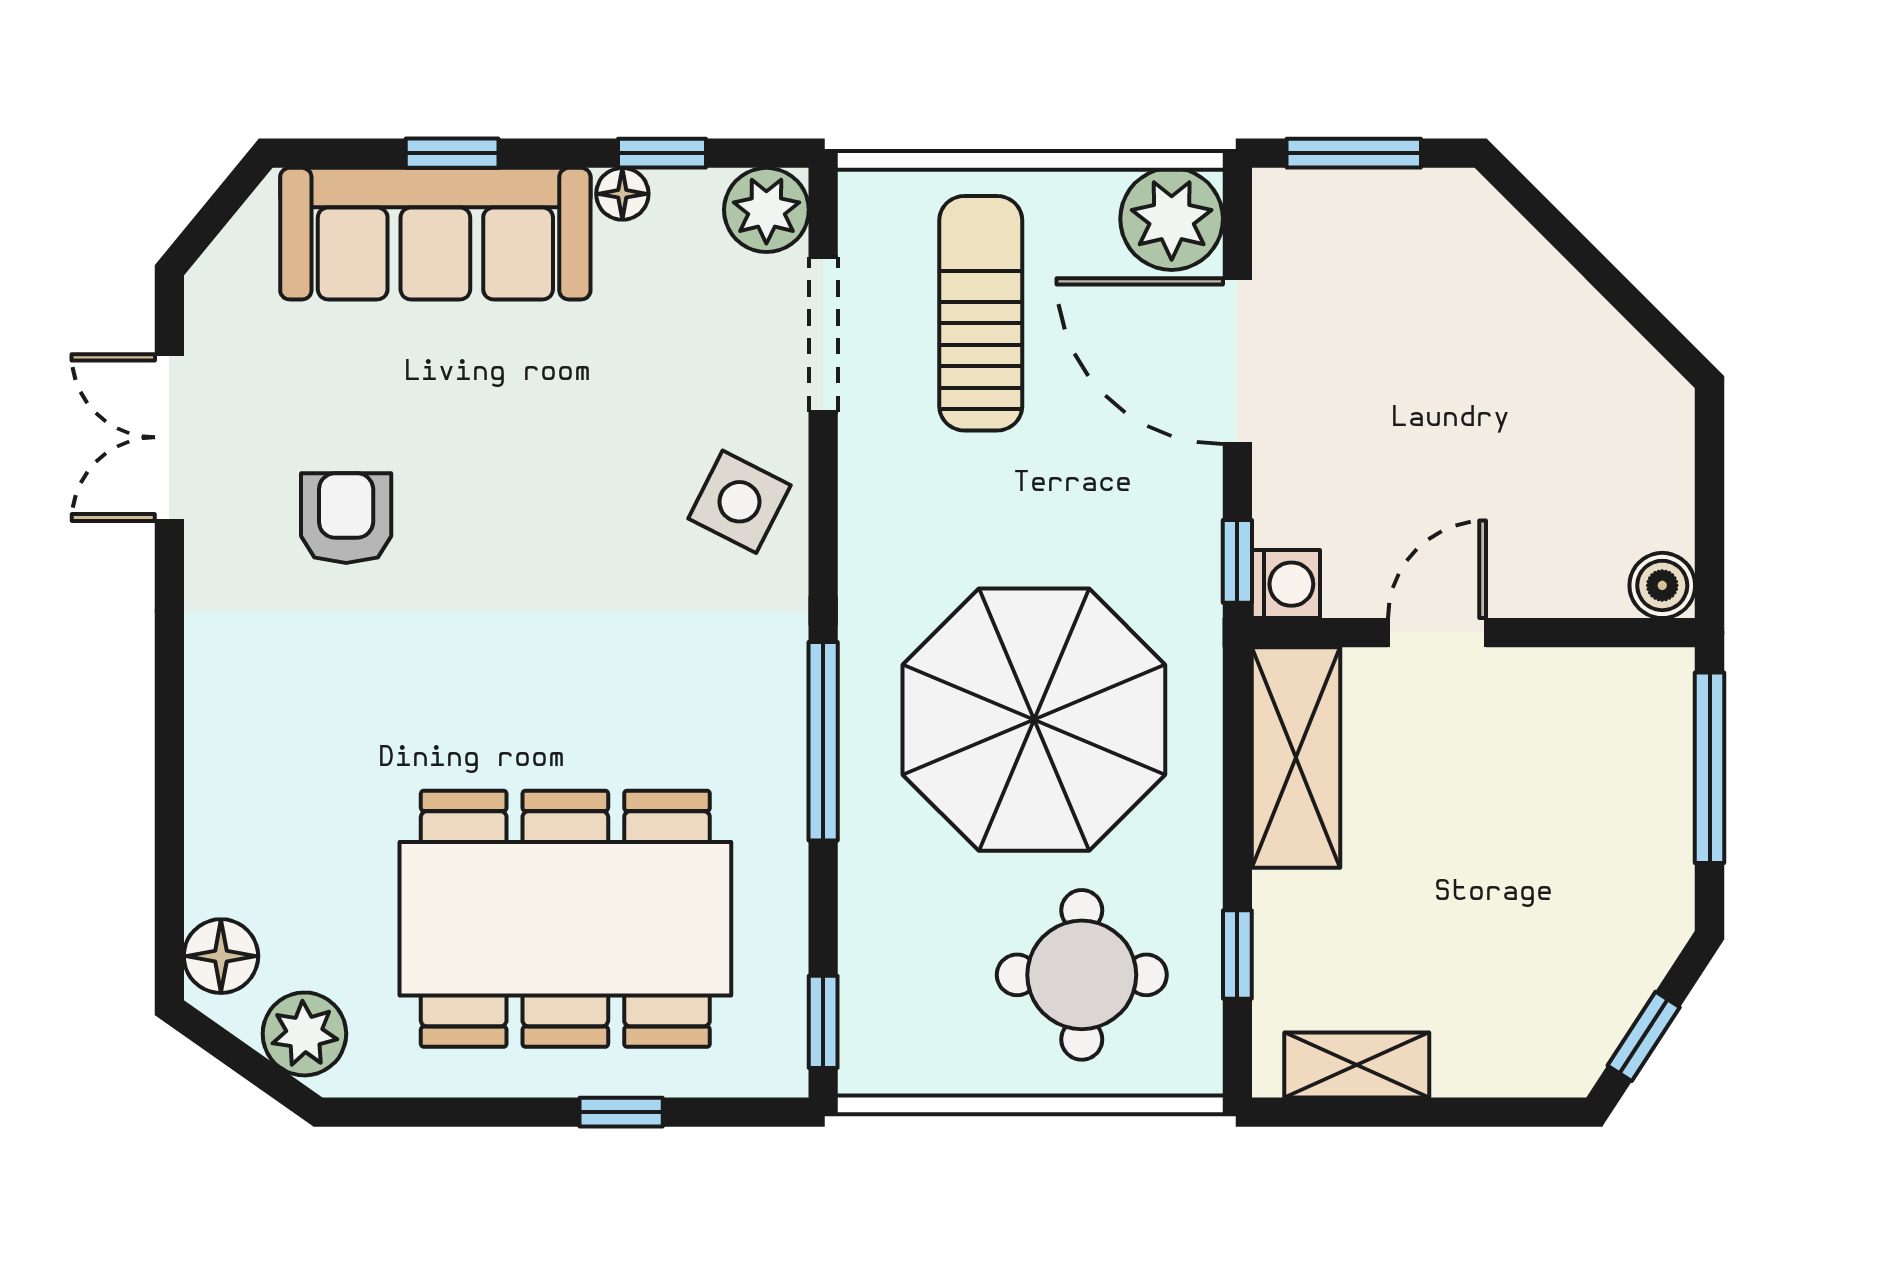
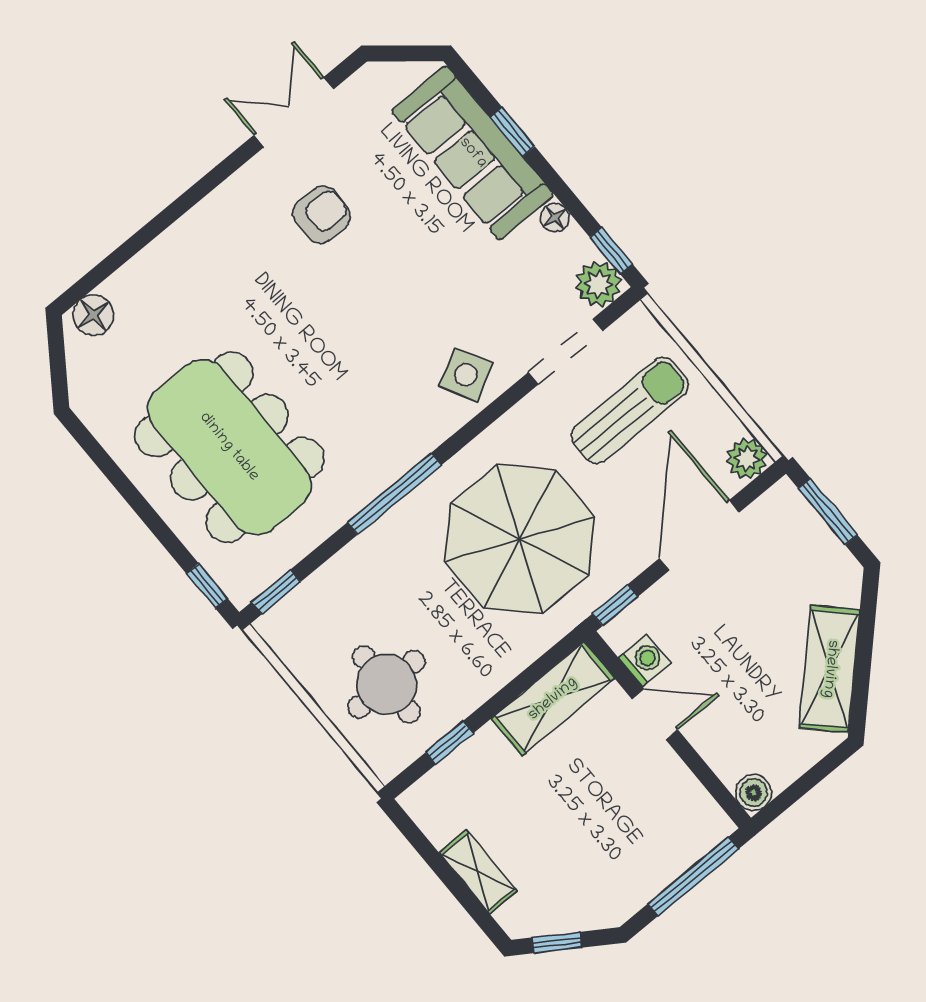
window: (662, 153) -> (611, 251), moved
plant: (1172, 219) -> (747, 459), width x0.73, depth x0.73
shelving: (1577, 334) -> (830, 669), added
side table: (739, 502) -> (466, 375), turned 35
washing machine: (1286, 584) -> (645, 660), moved, turned -90
parasol: (1034, 720) -> (520, 539), moved
plant: (304, 1034) -> (90, 378), removed
shelving: (1357, 1065) -> (478, 872), moved
window: (621, 1112) -> (207, 586), moved

